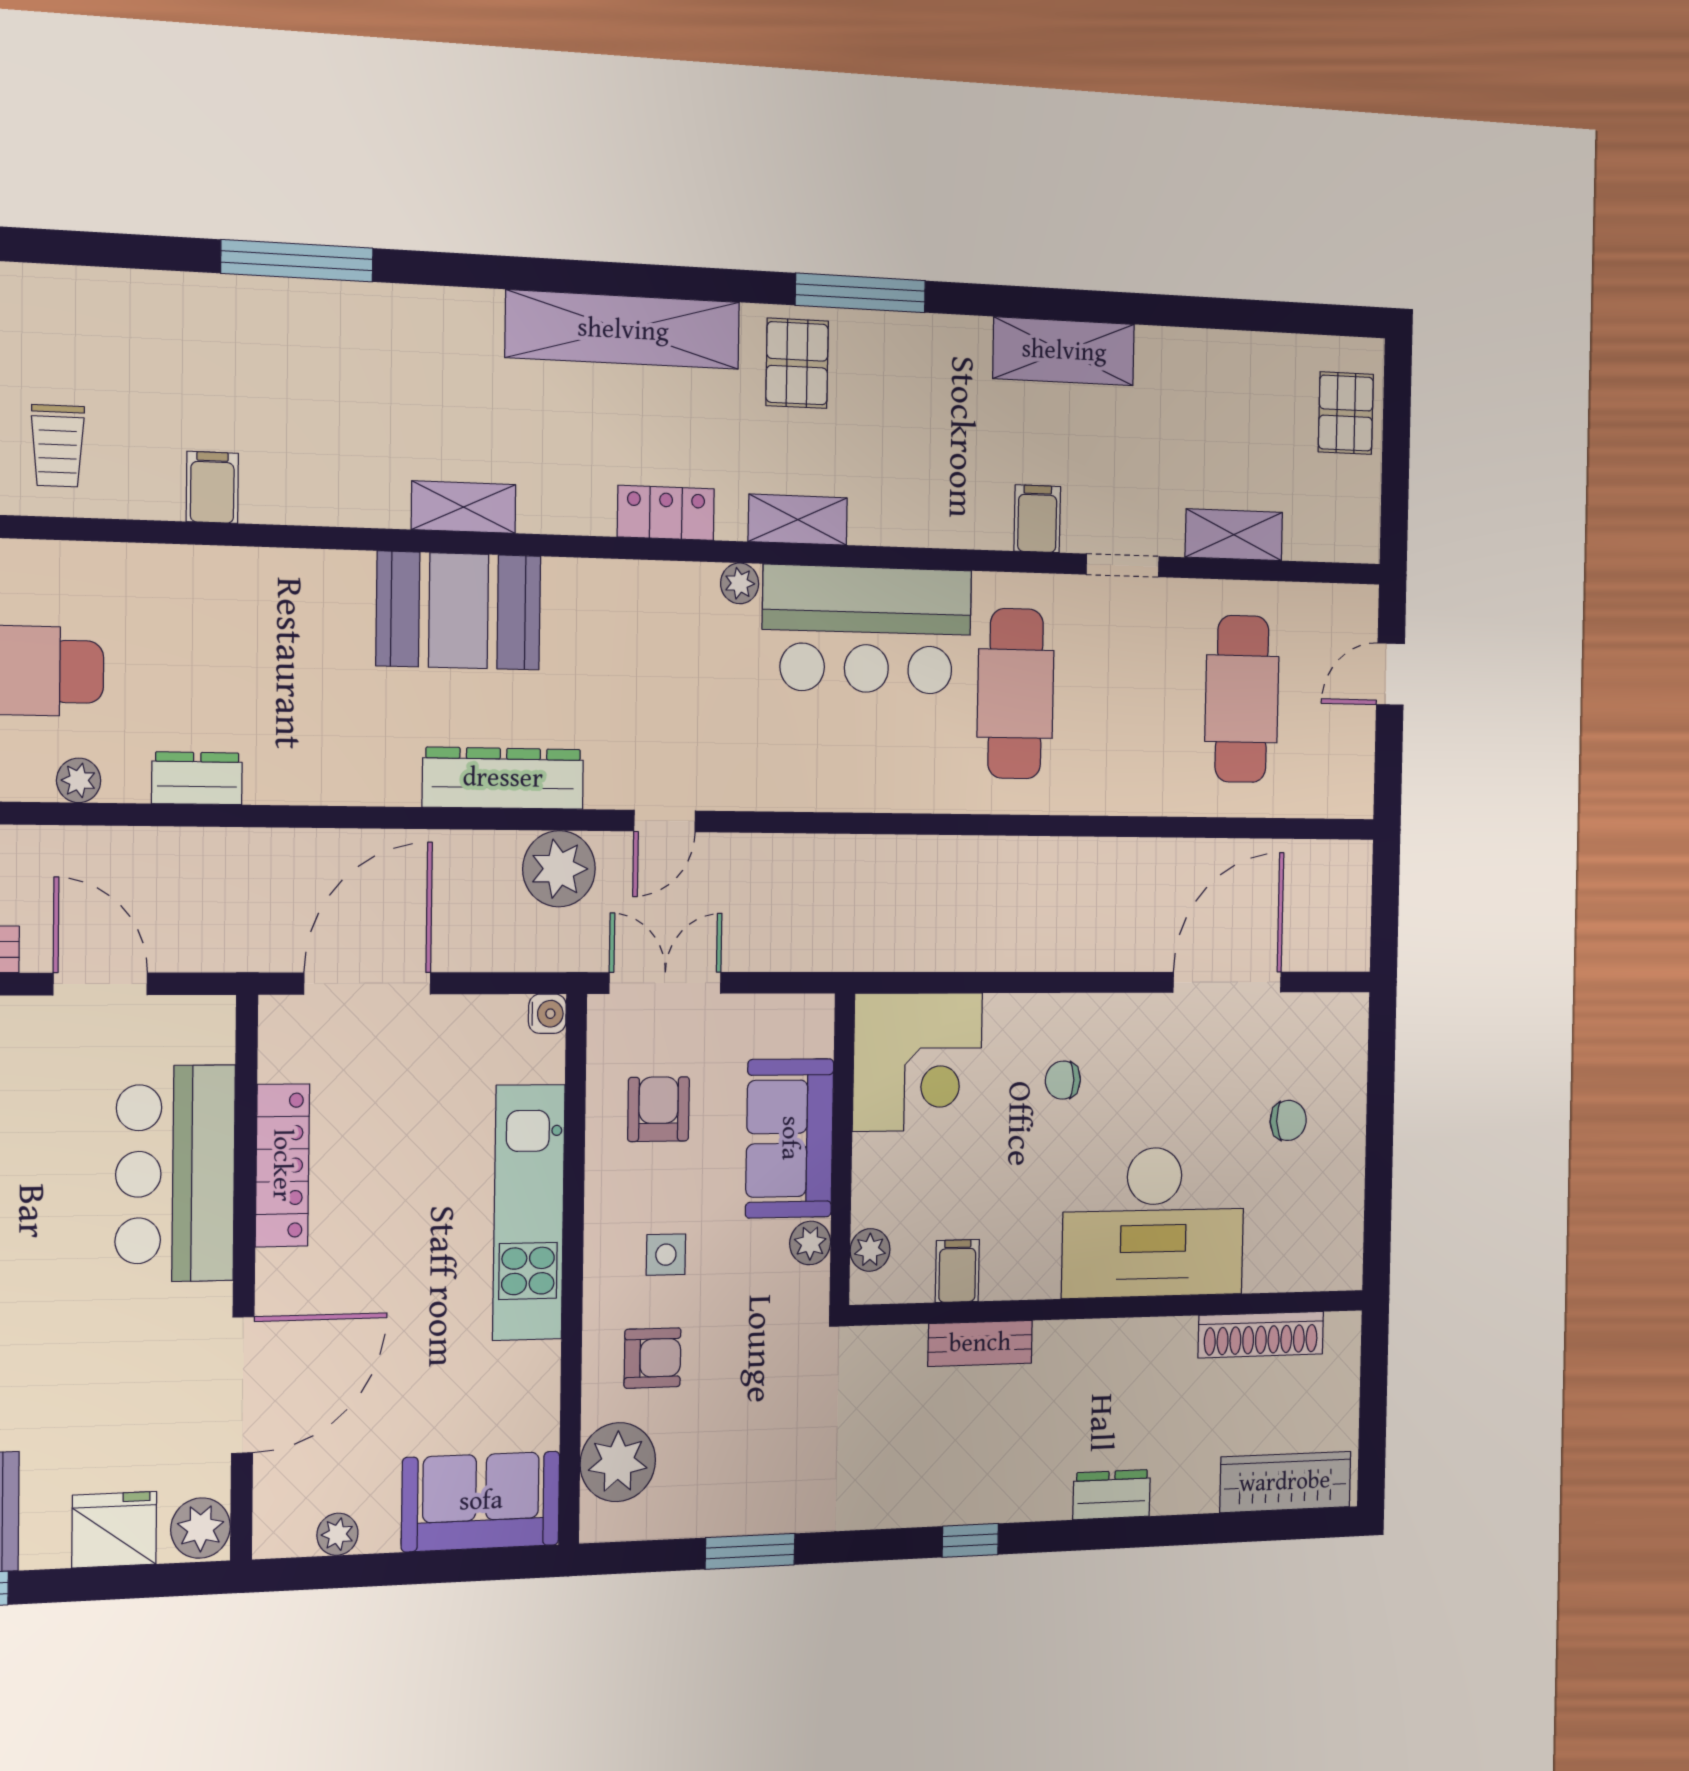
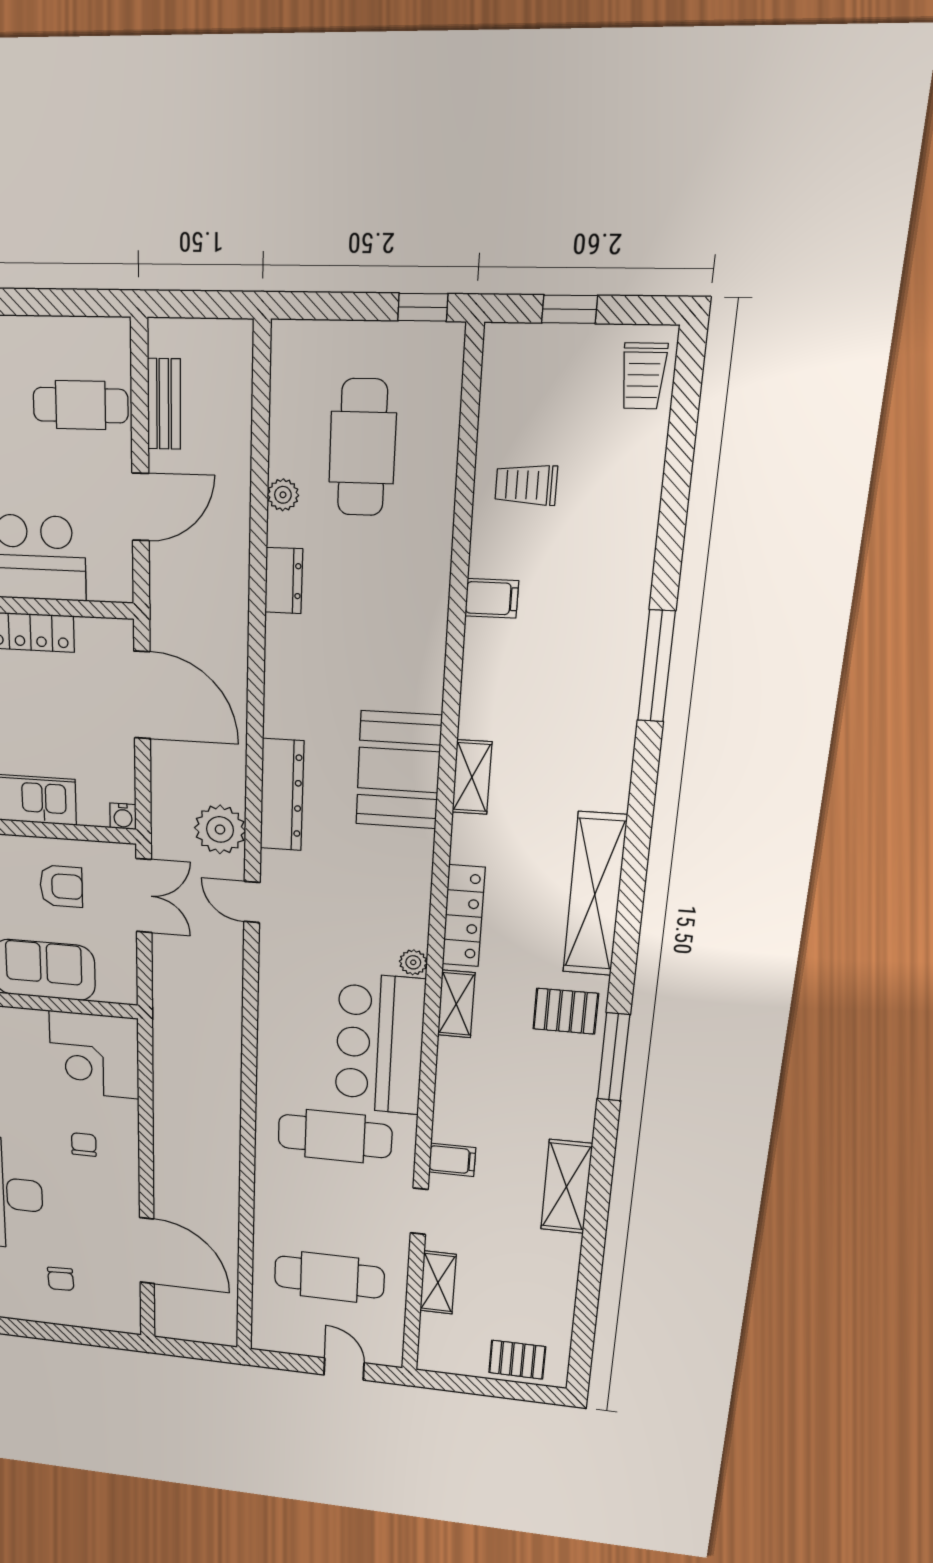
locker: (666, 513) -> (464, 916), width x1.53

